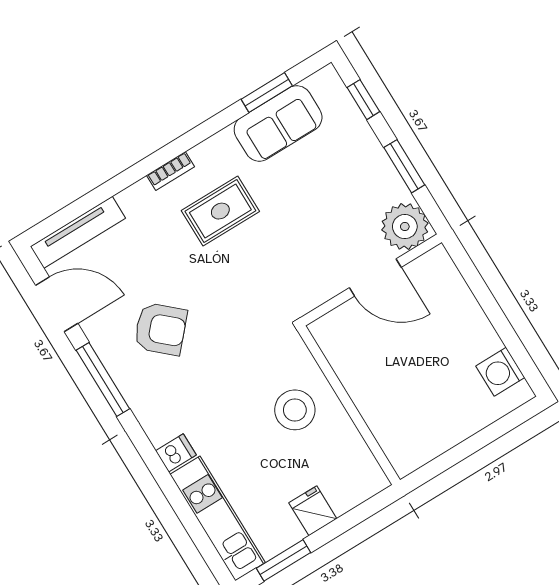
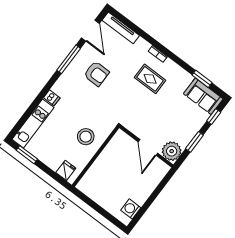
sofa: (278, 123) -> (203, 96), moved
armchair: (161, 329) -> (96, 74), turned -42
fridge: (313, 511) -> (66, 170), moved

